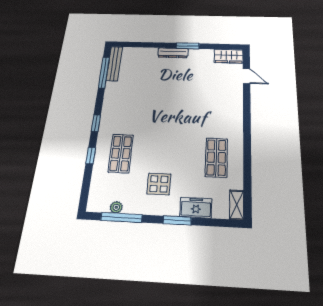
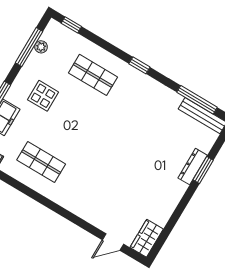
window: (188, 46) -> (203, 170), moved
dresser: (173, 53) -> (193, 167), moved
window: (91, 156) -> (71, 25), moved

